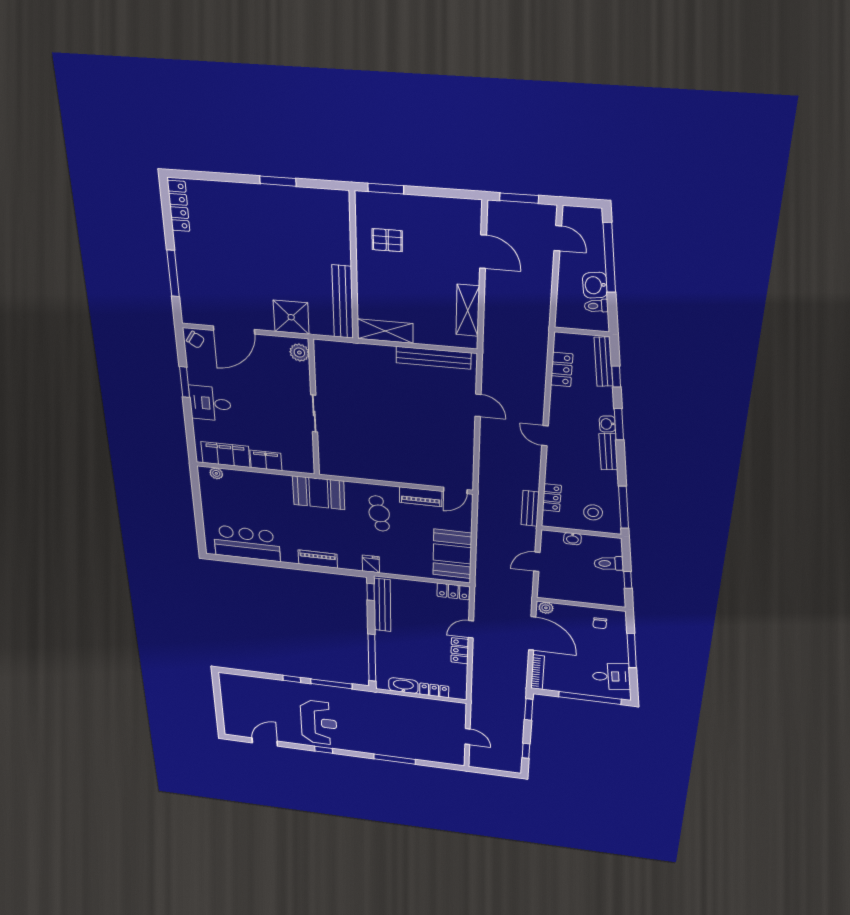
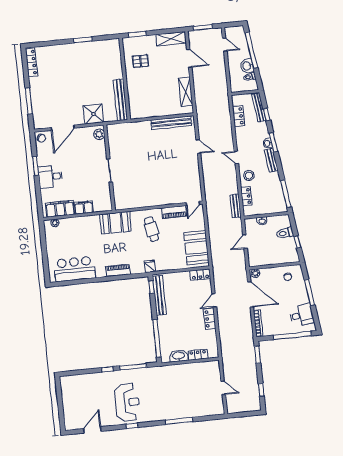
shelving: (385, 331) -> (171, 39), moved
stool: (593, 512) -> (249, 175), moved

